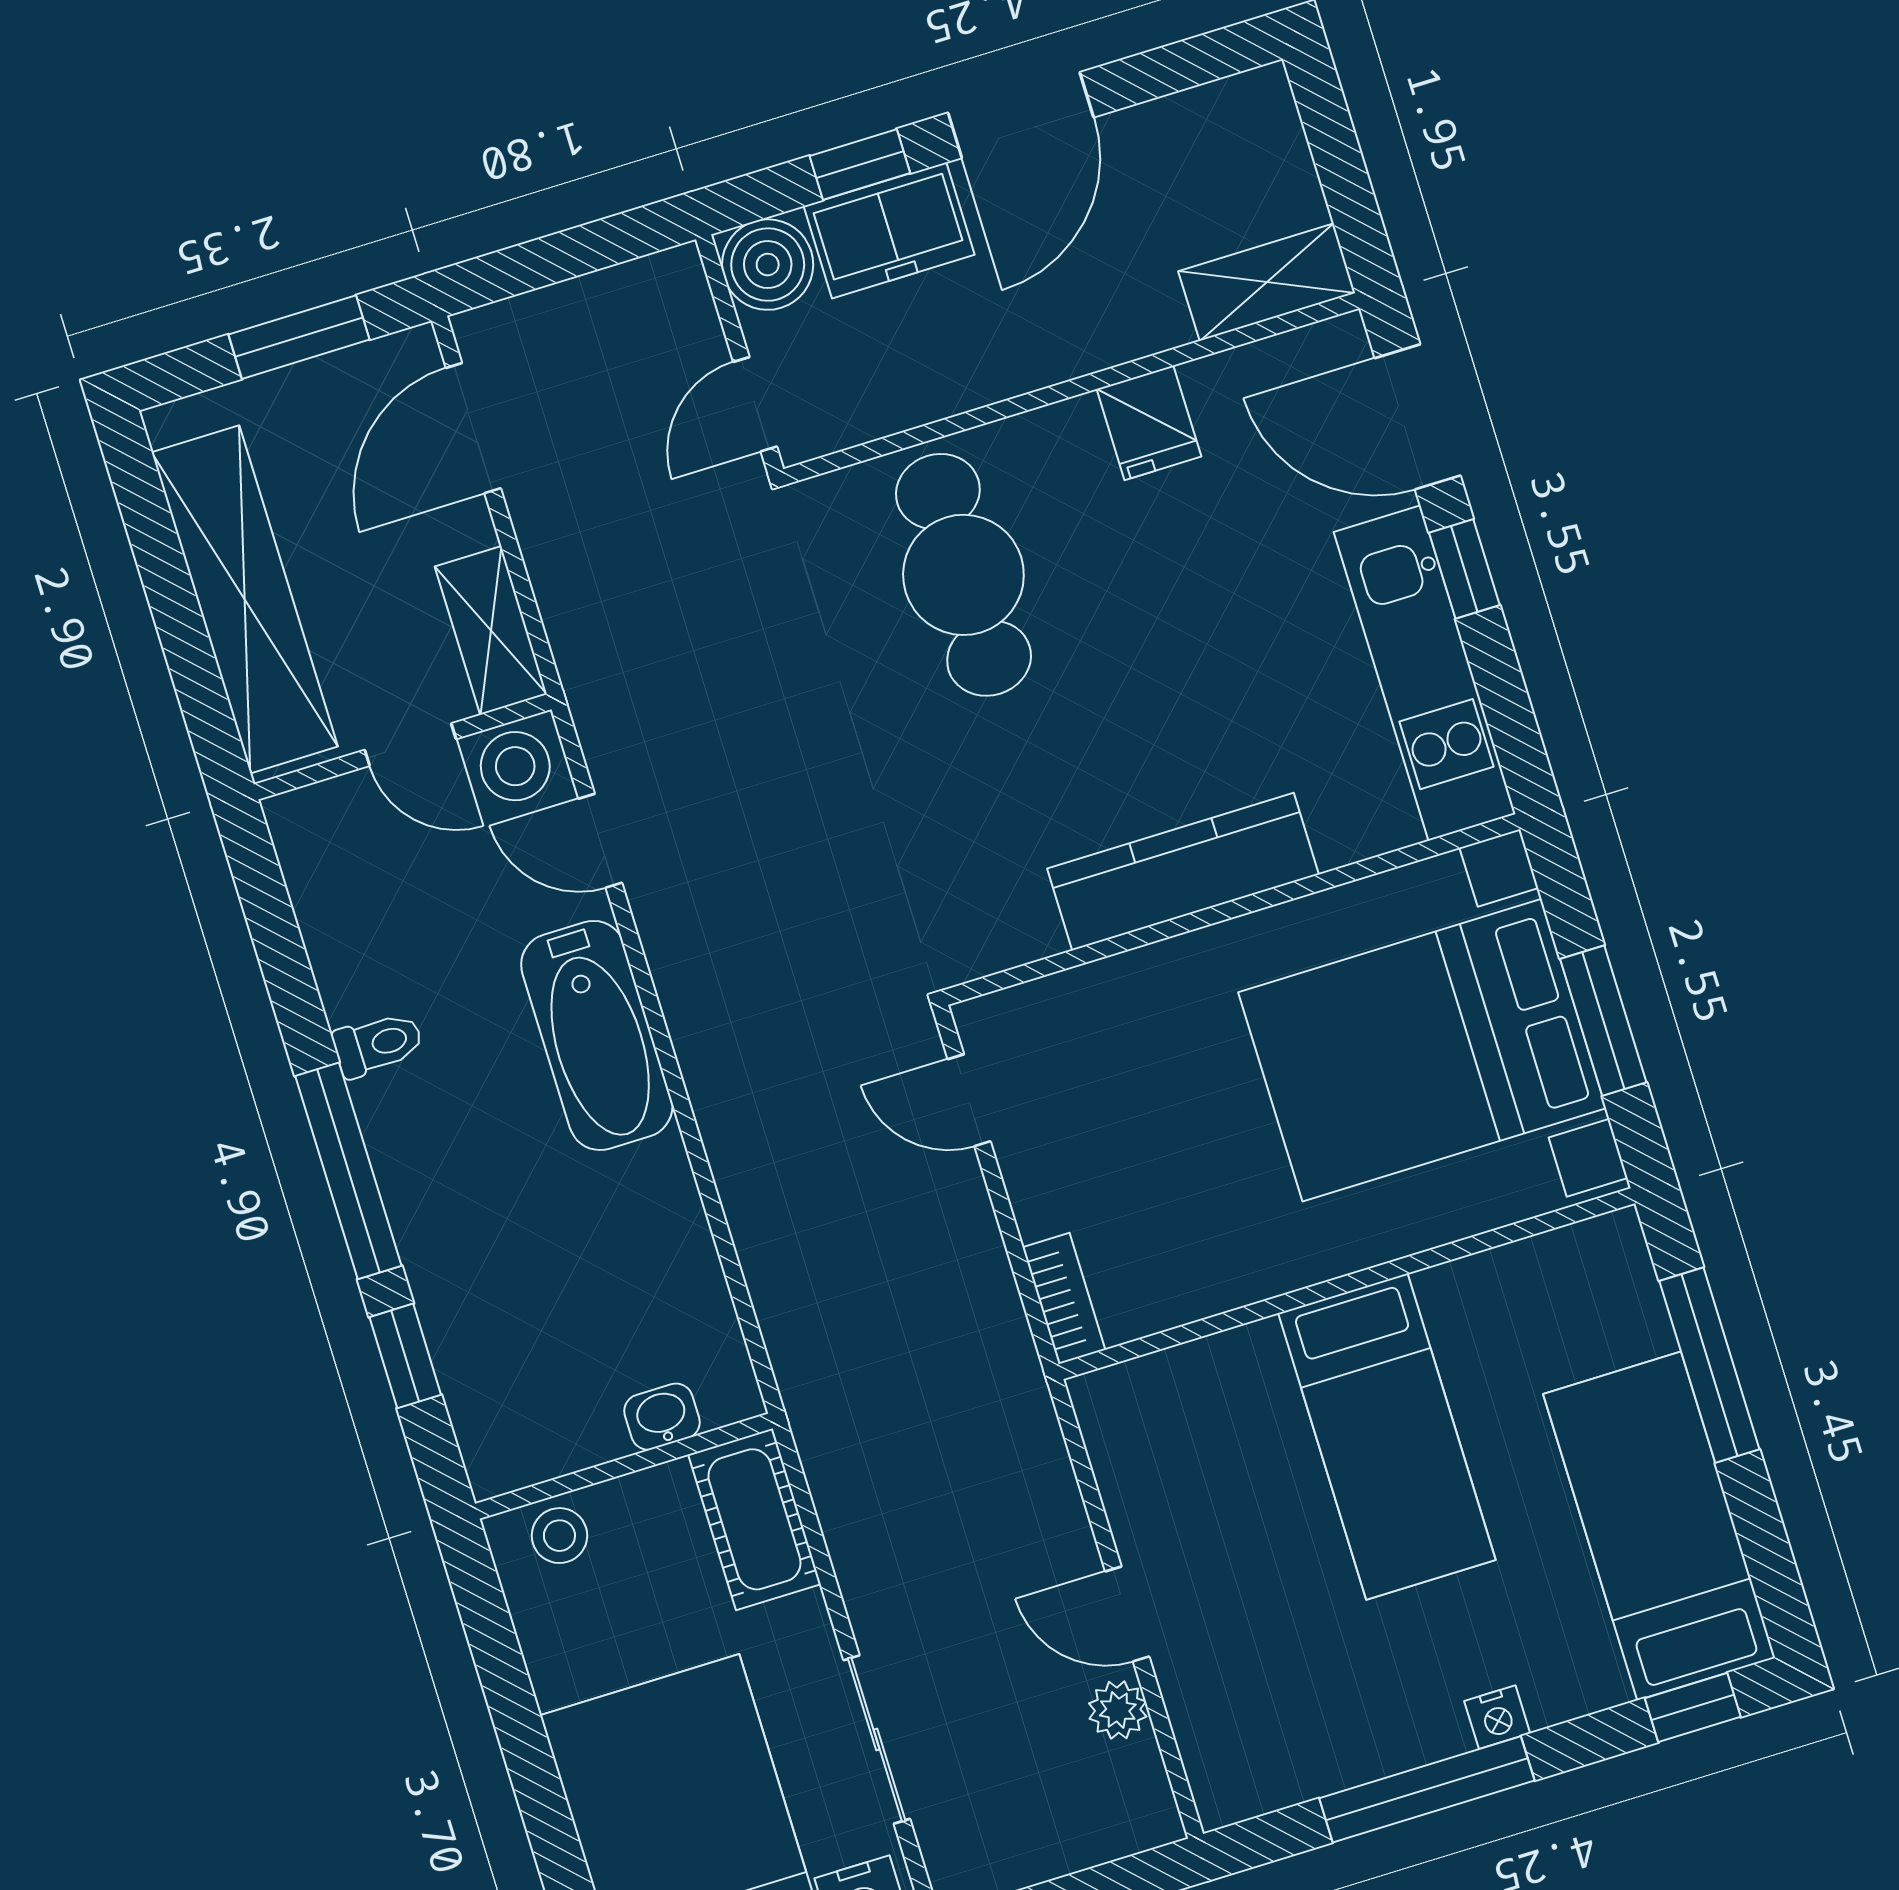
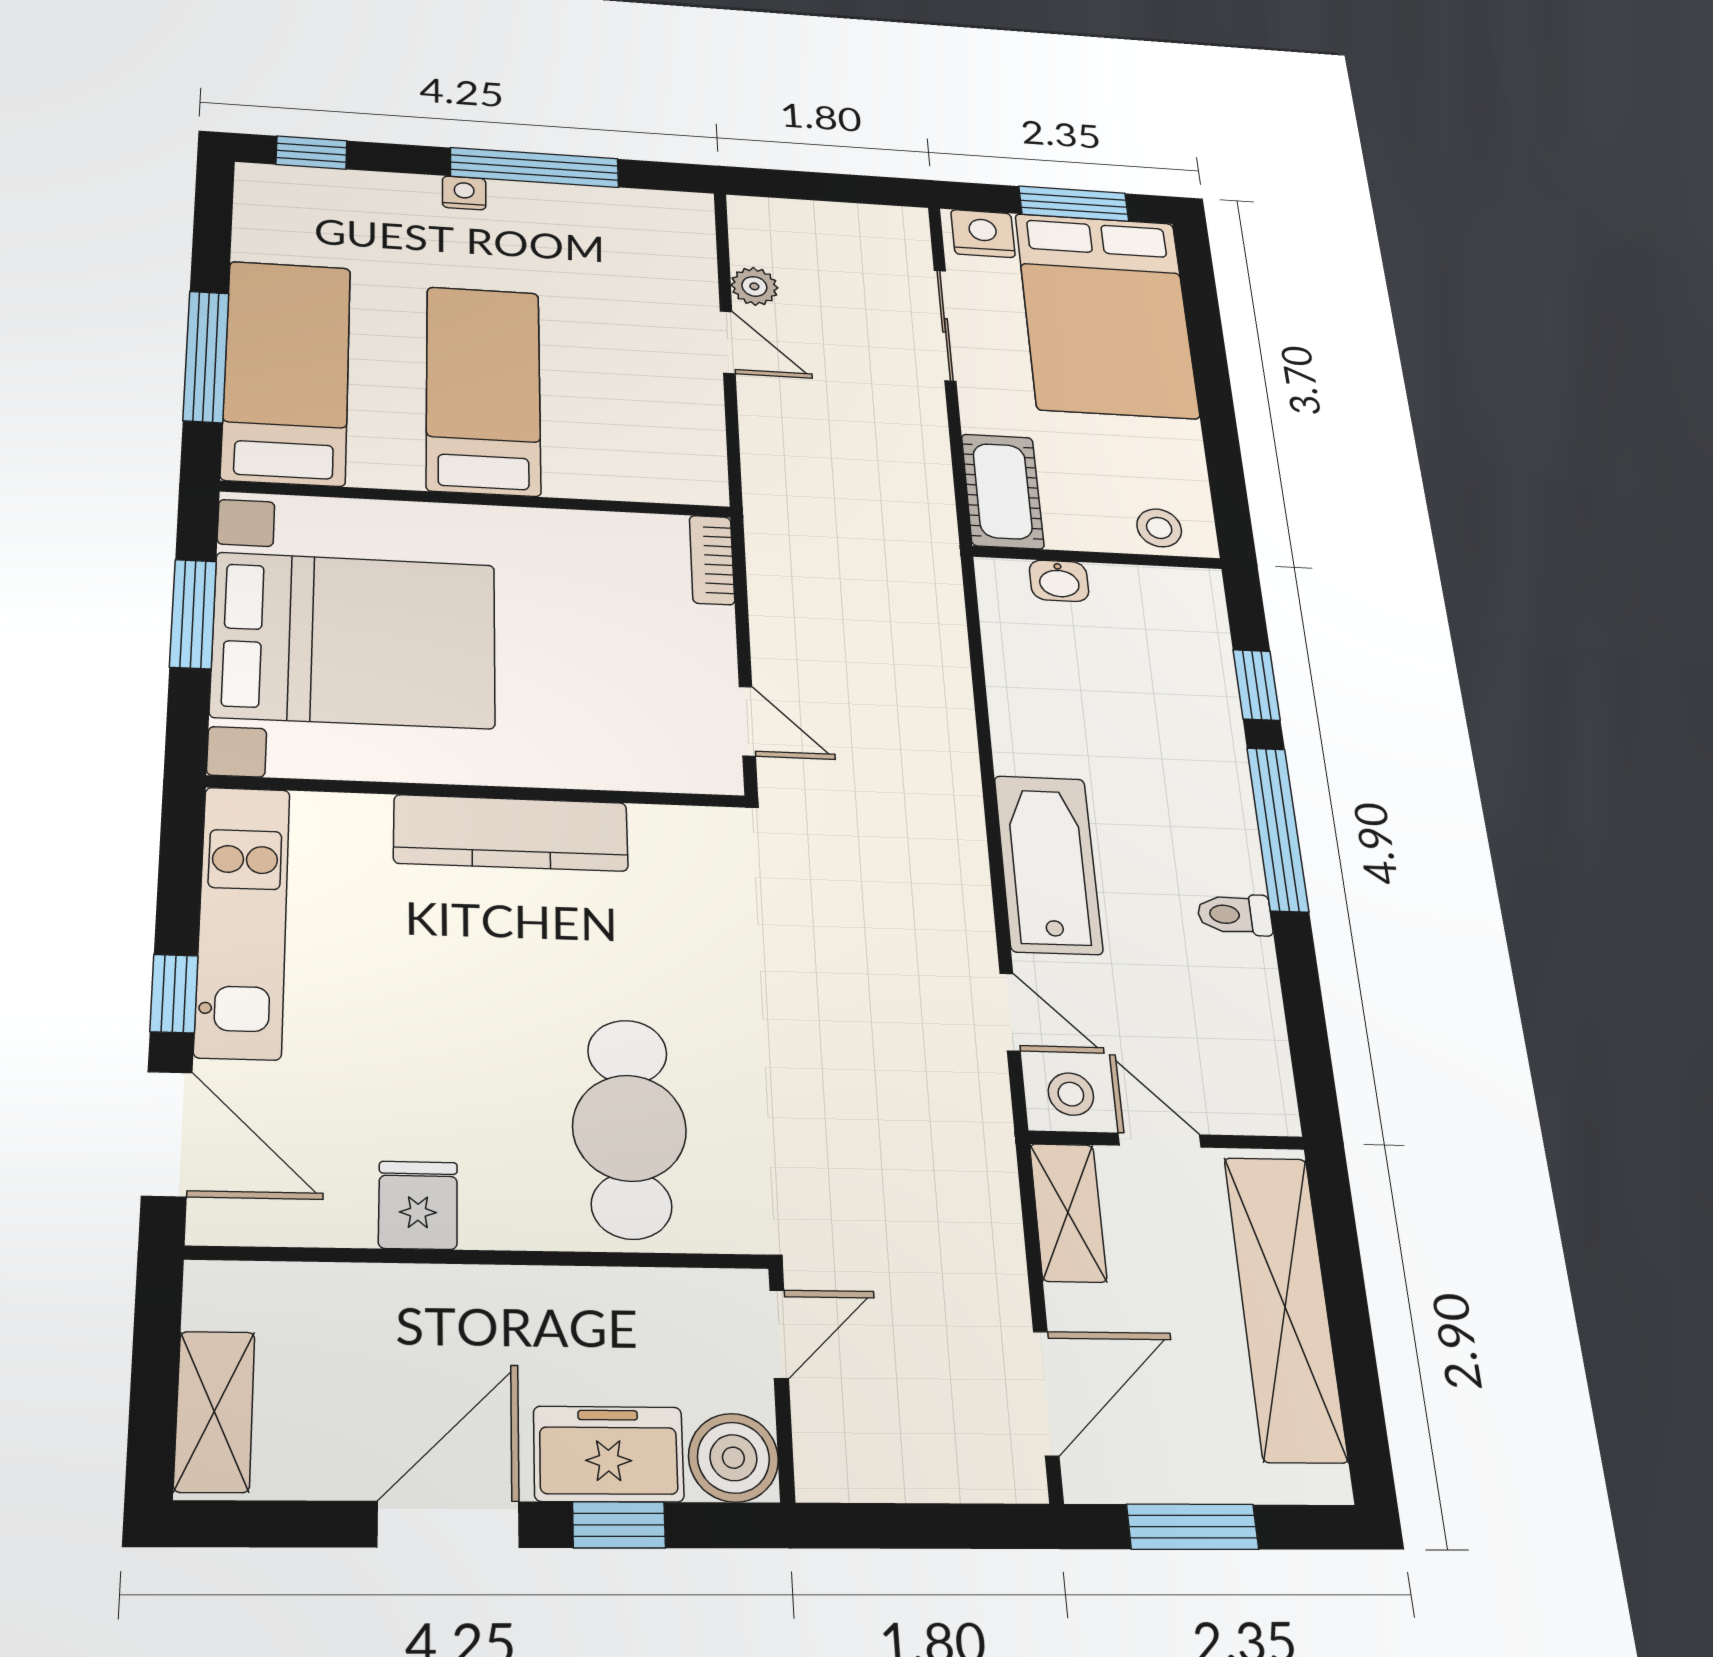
shelving: (1267, 282) -> (214, 1411), moved, turned 90
stool: (515, 766) -> (1071, 1094), width x0.73, depth x0.73
bed: (1659, 1526) -> (287, 372), moved, turned 180

